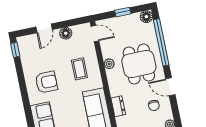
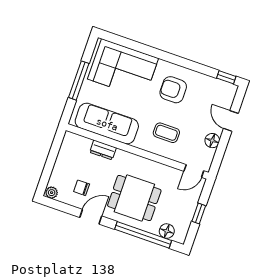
floor lamp: (146, 17) -> (167, 231), moved
plant: (109, 64) -> (153, 167), removed
armchair: (46, 82) -> (173, 90), turned 90

